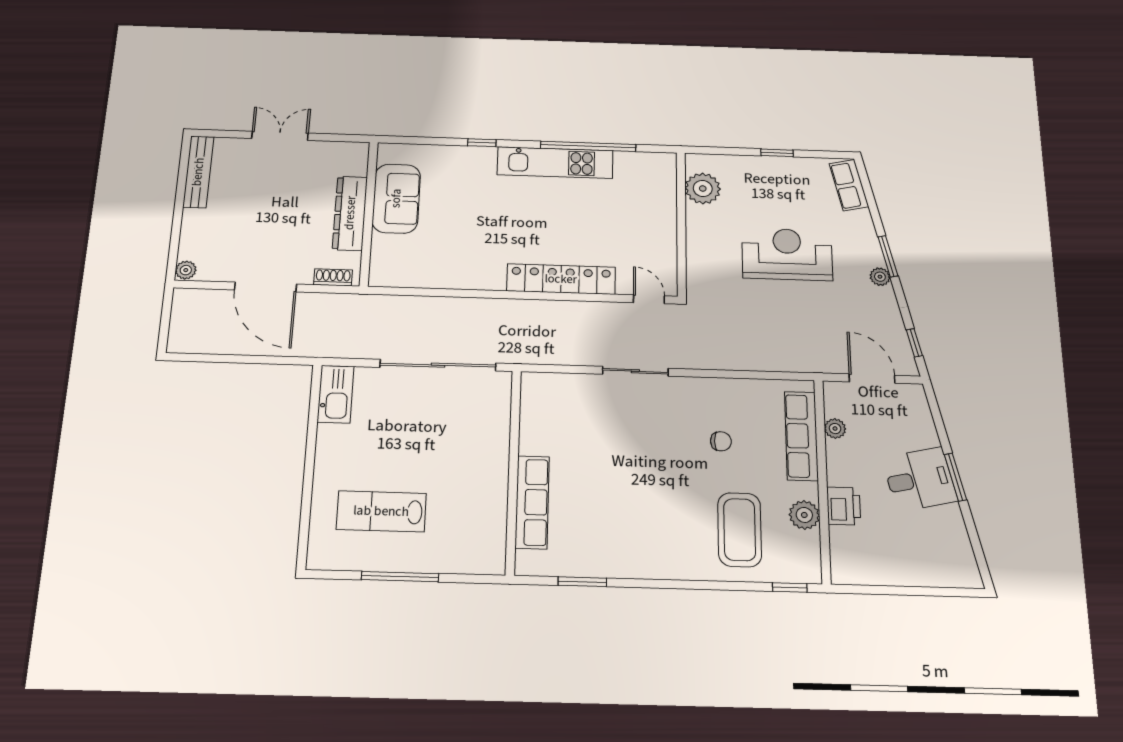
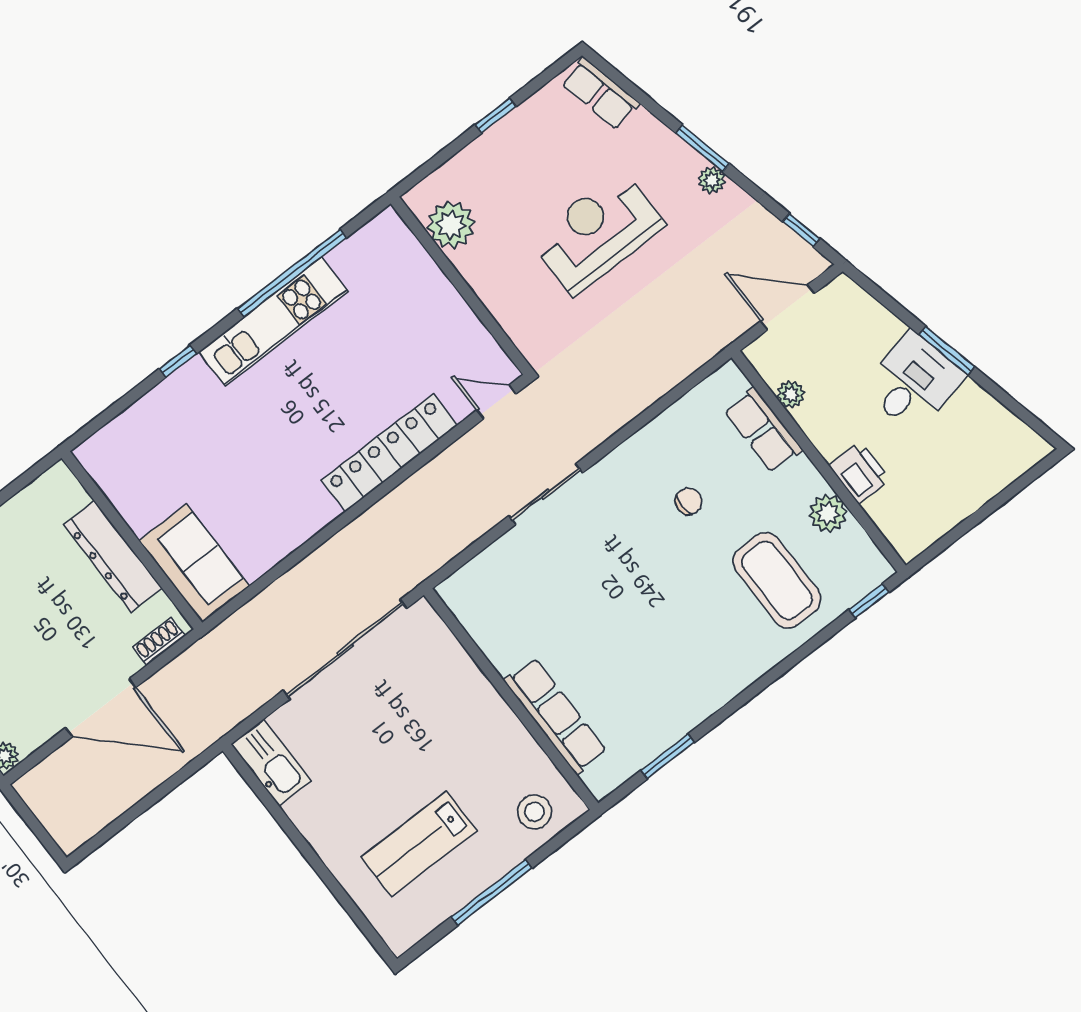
sofa: (396, 198) -> (194, 563), moved
row of seats: (801, 436) -> (763, 430), width x0.68
stool: (470, 549) -> (534, 812), added

